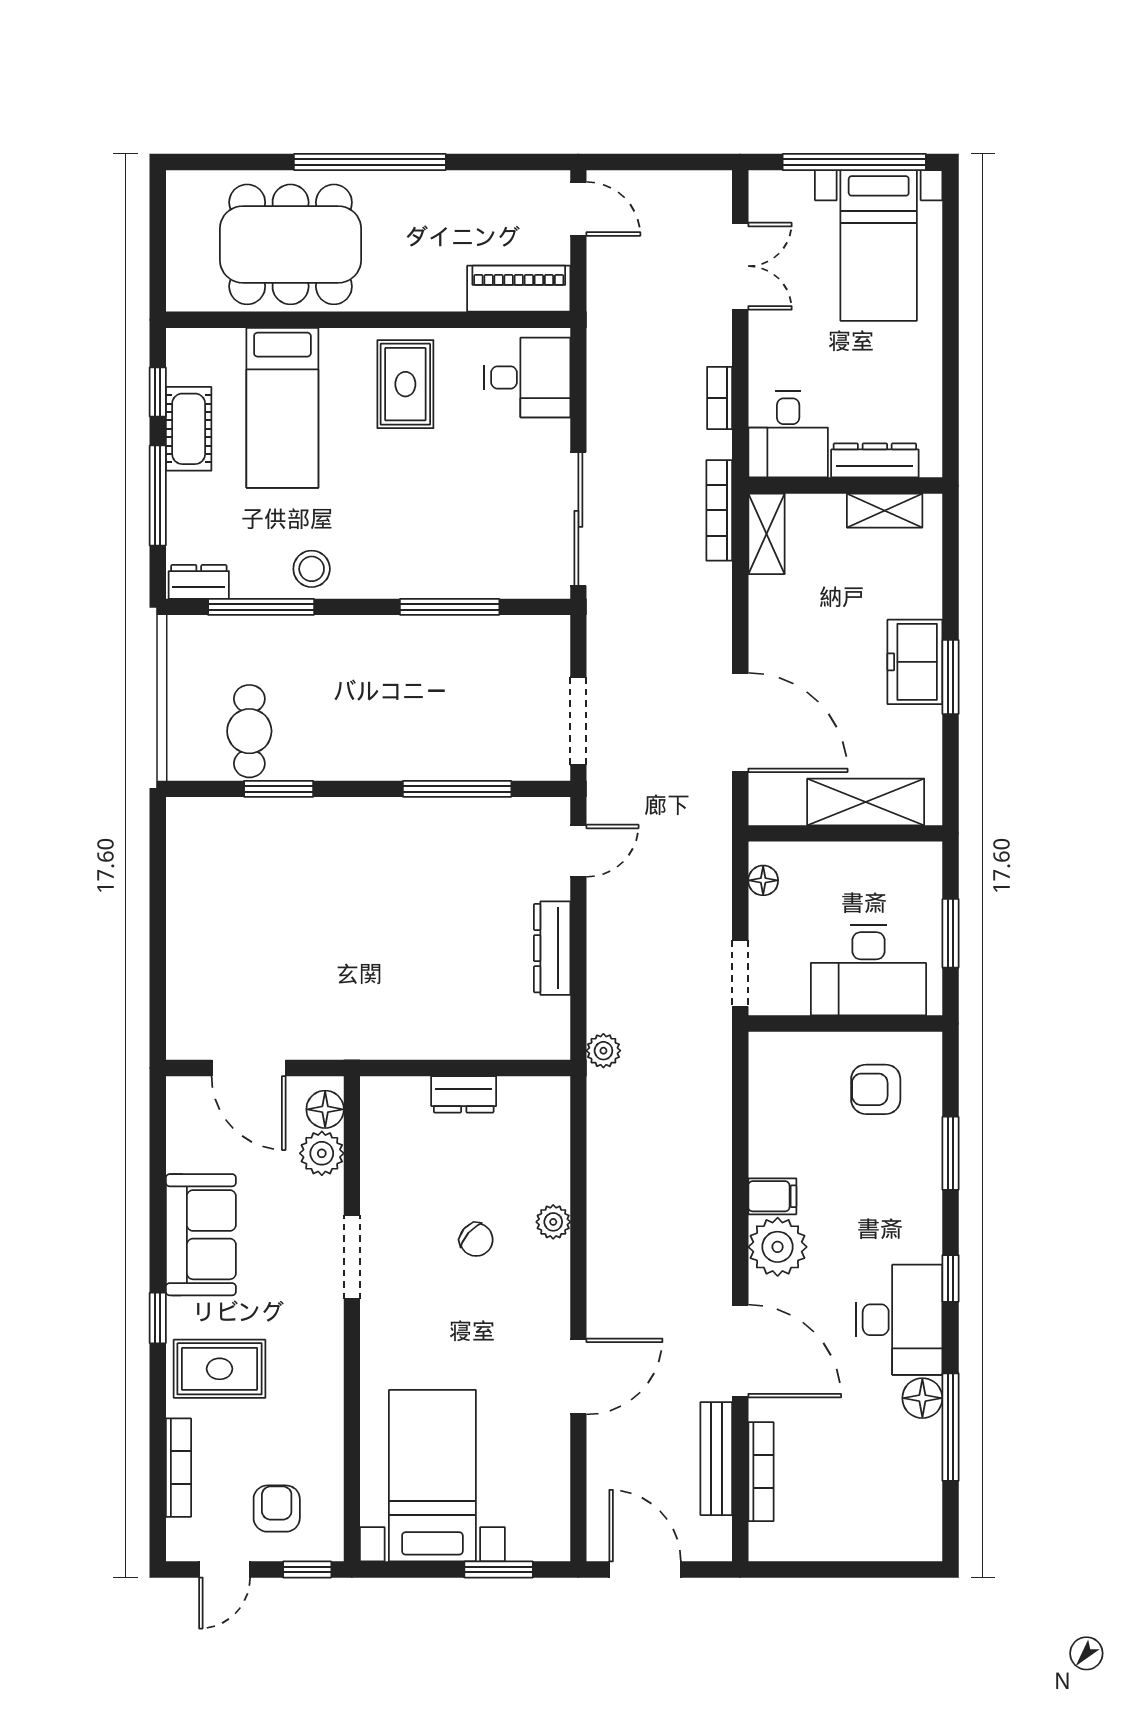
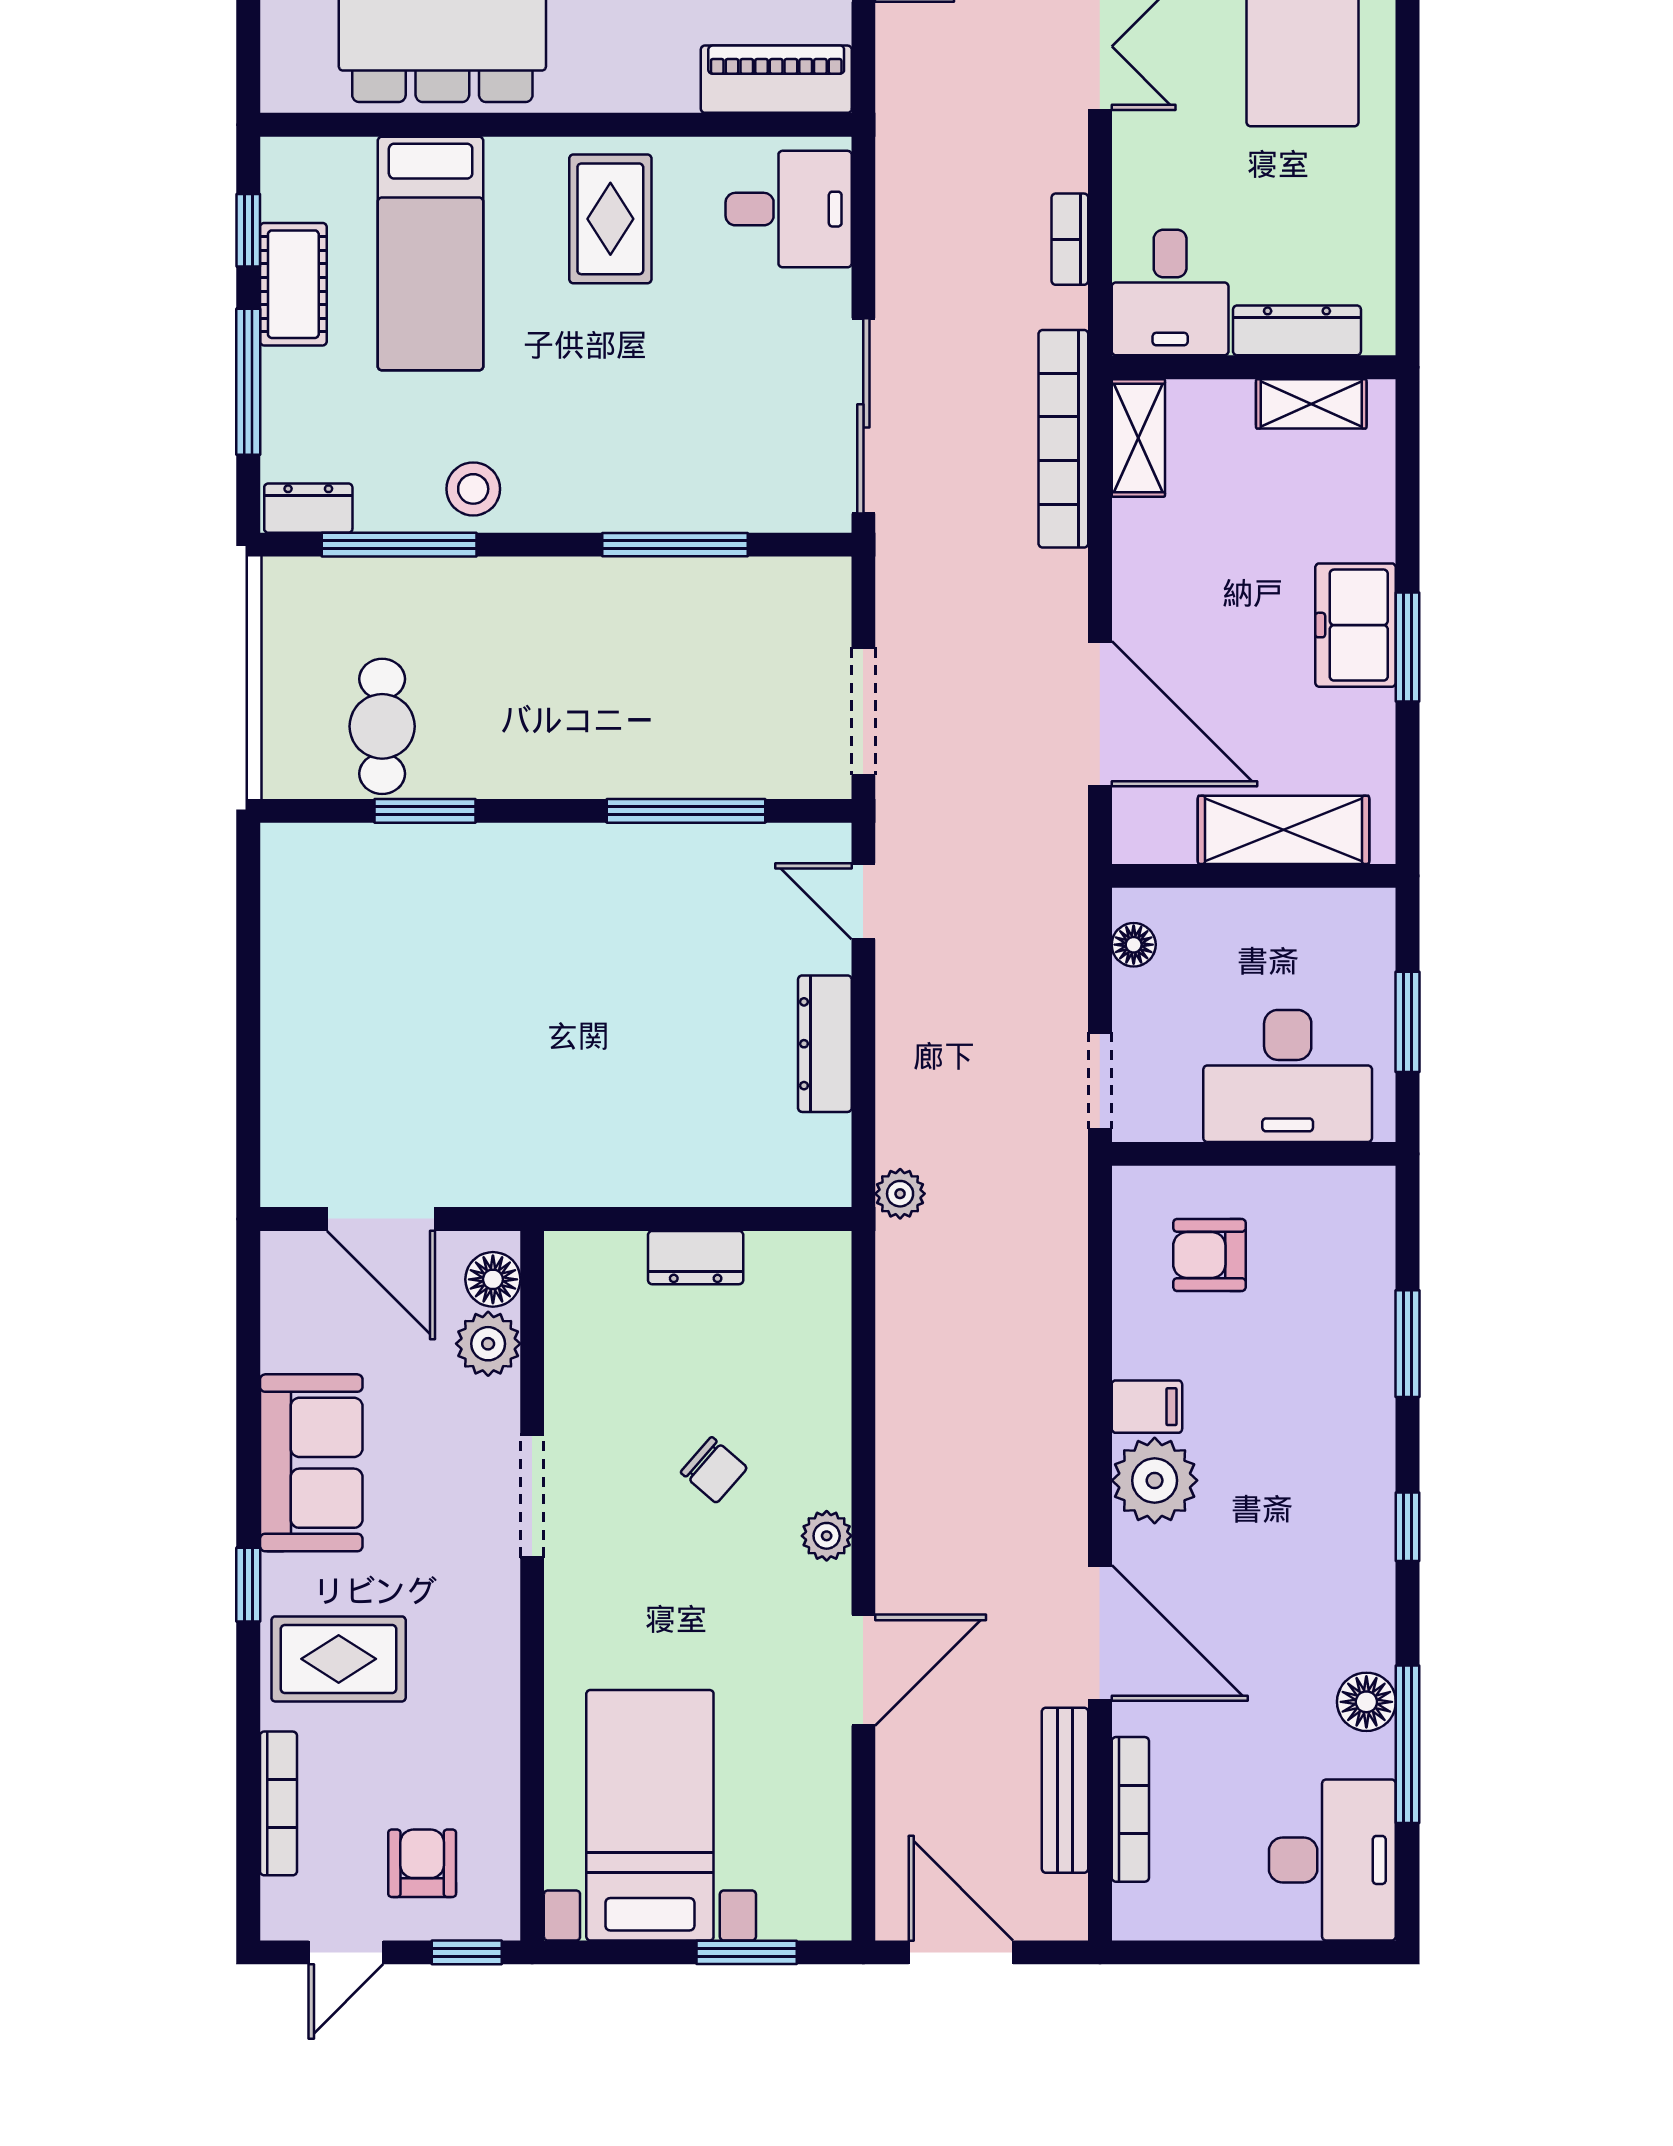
bookcase: (719, 510) -> (1063, 439), width x1.48, depth x1.31
door: (578, 851) -> (863, 901), swing flipped
armchair: (876, 1089) -> (1209, 1255), moved
plant: (553, 1222) -> (827, 1536), moved
desk: (899, 1320) -> (1332, 1860), moved

